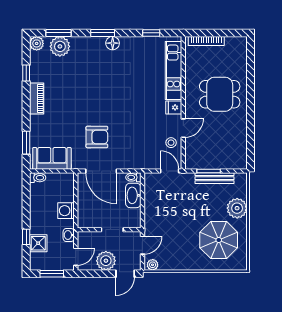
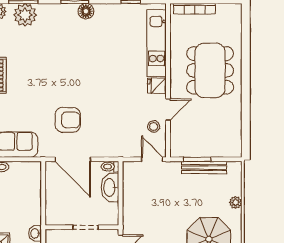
dining table: (220, 94) -> (210, 70), width x1.38
plant: (237, 208) -> (236, 202), width x0.53, depth x0.53
washing machine: (66, 211) -> (32, 205), removed

